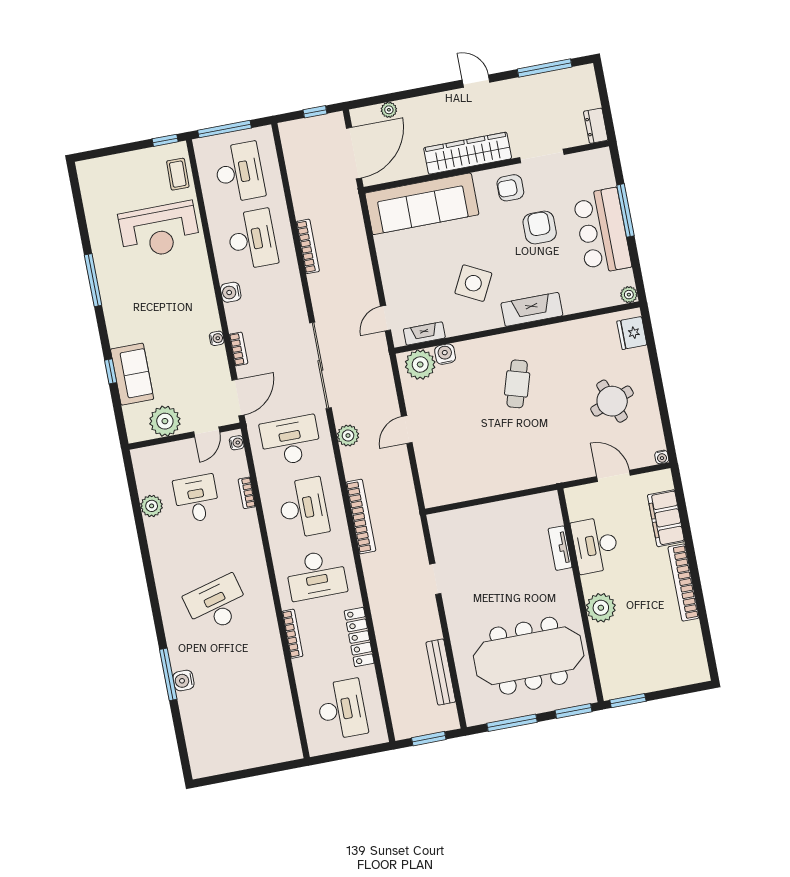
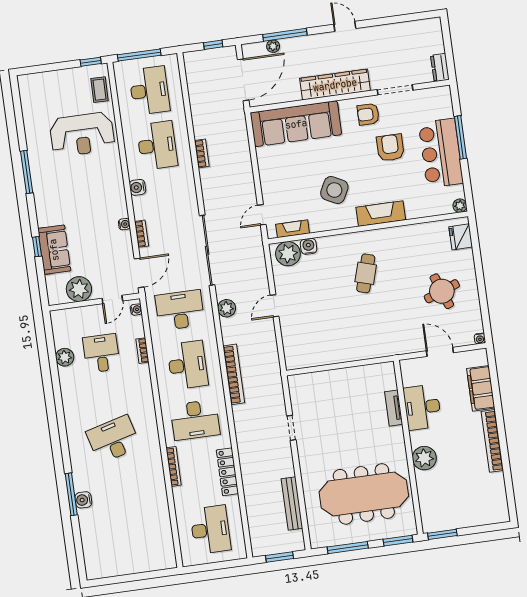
window: (545, 68) -> (285, 35), moved
bookcase: (308, 246) -> (202, 153), width x0.64

